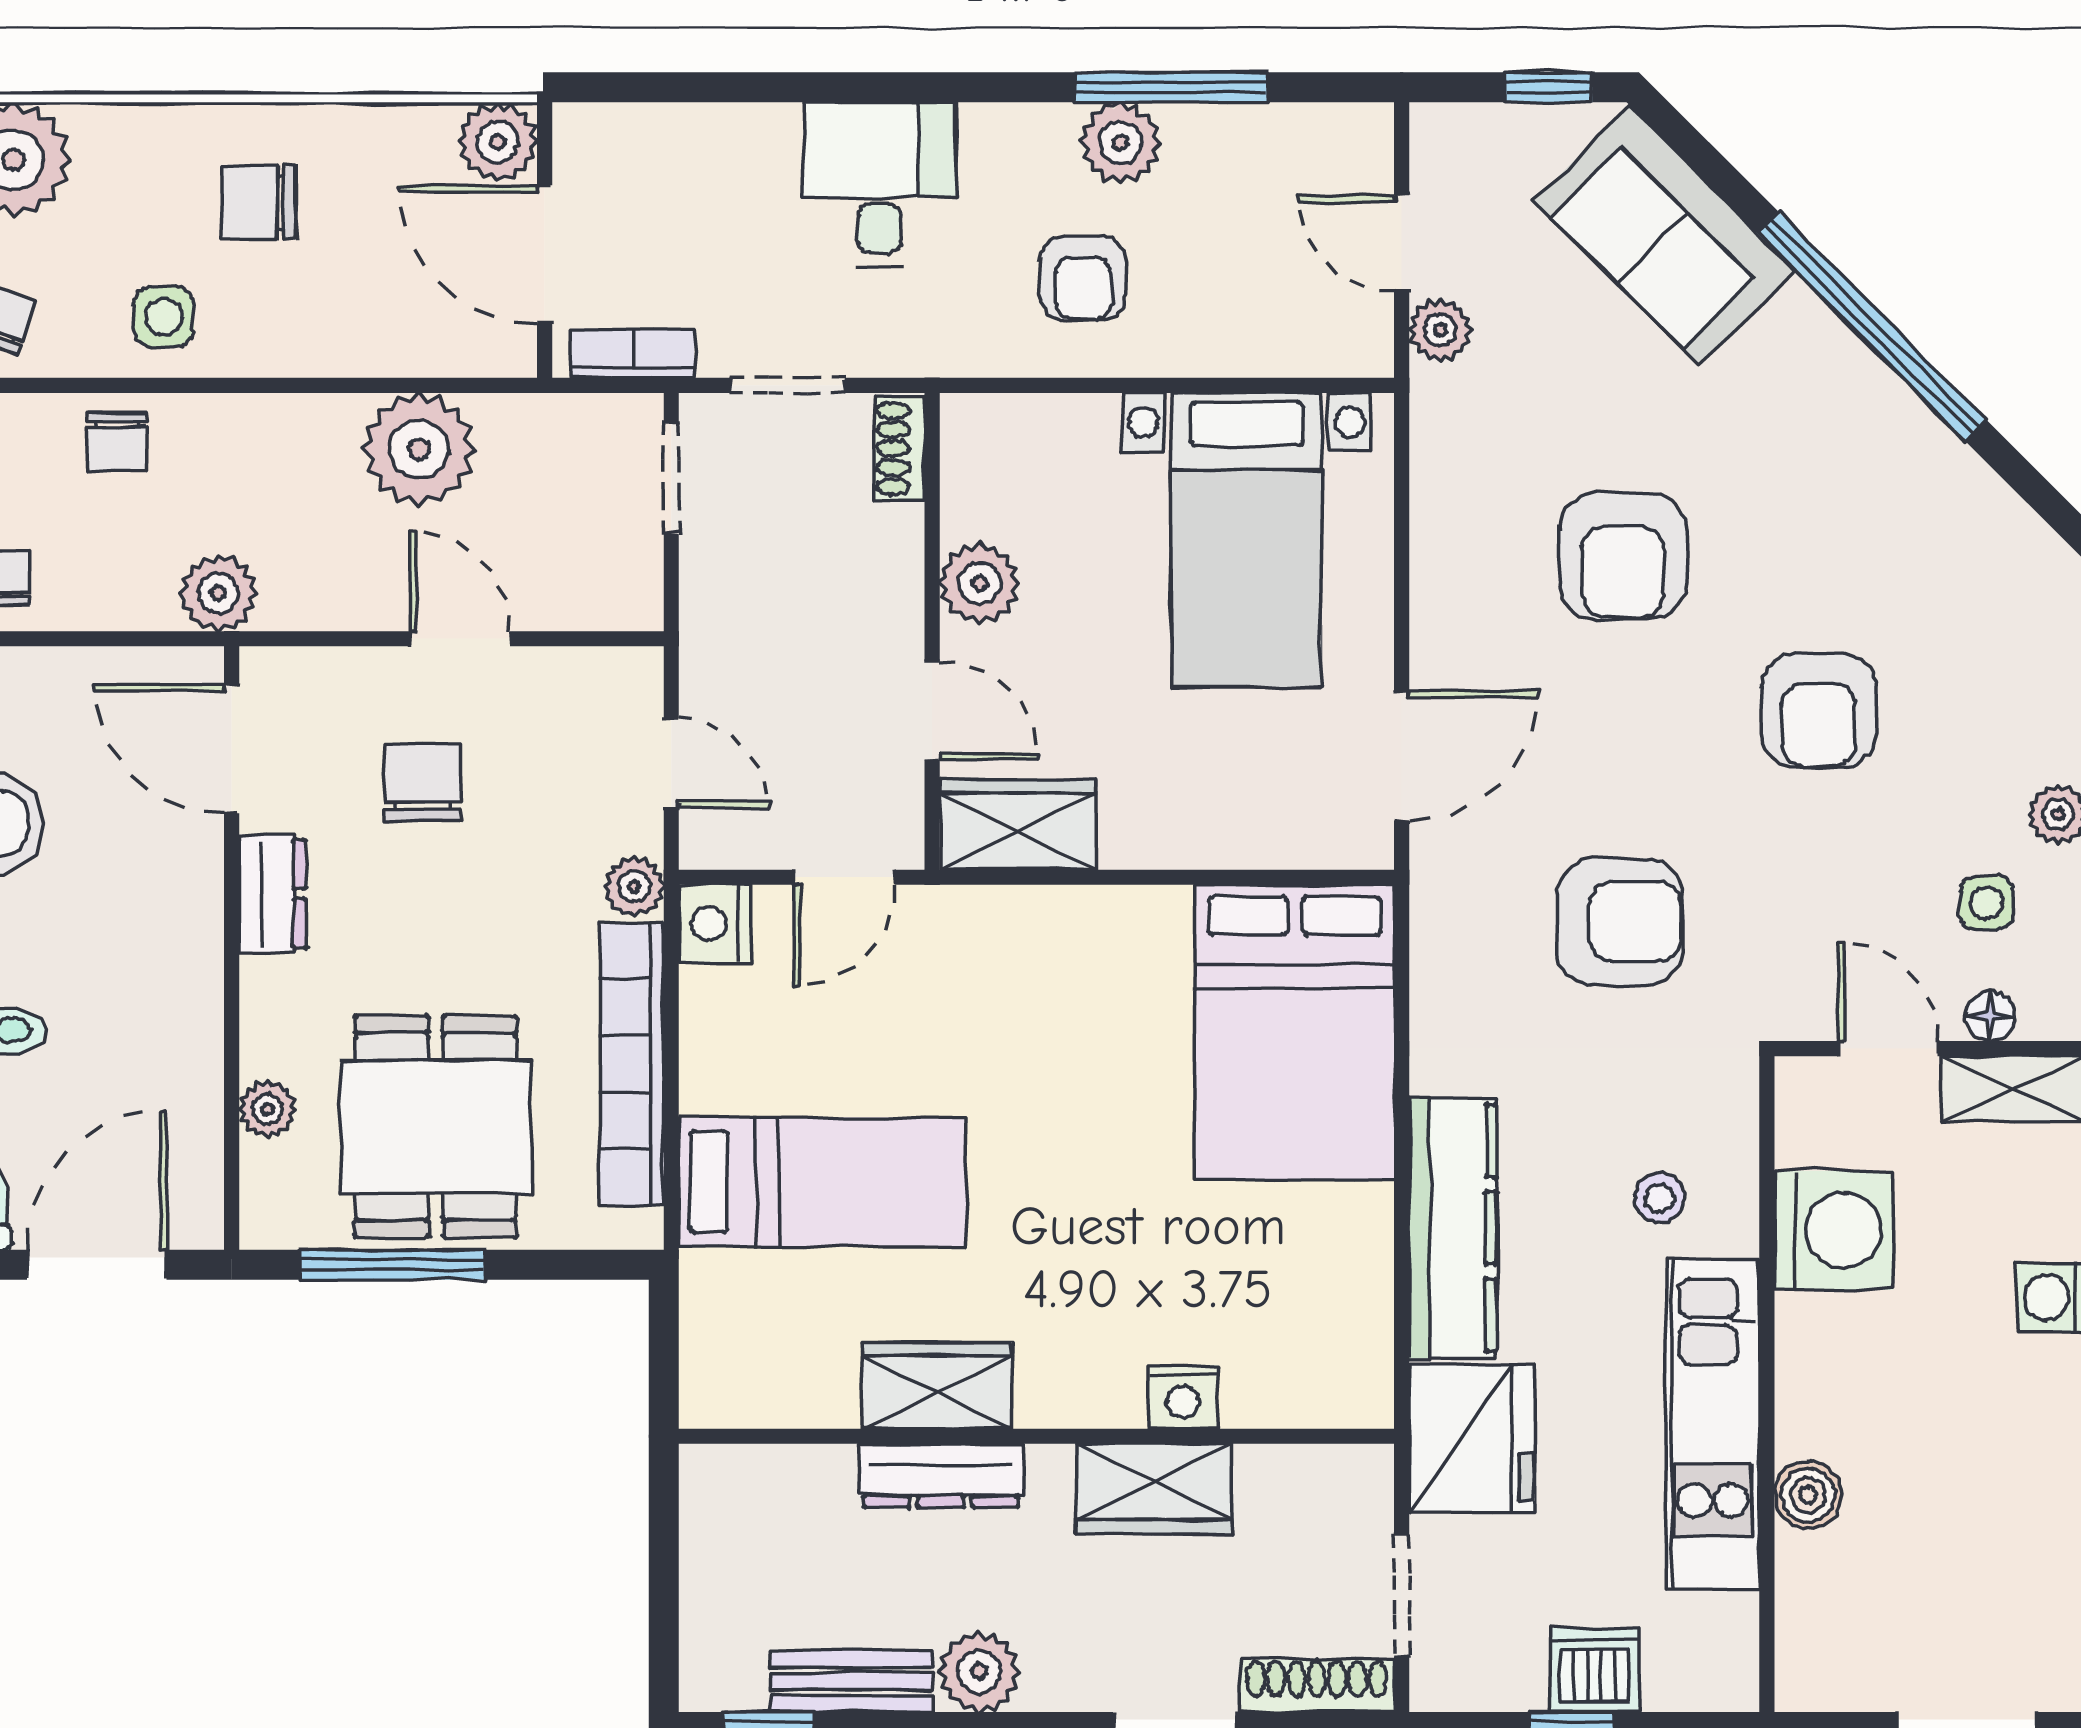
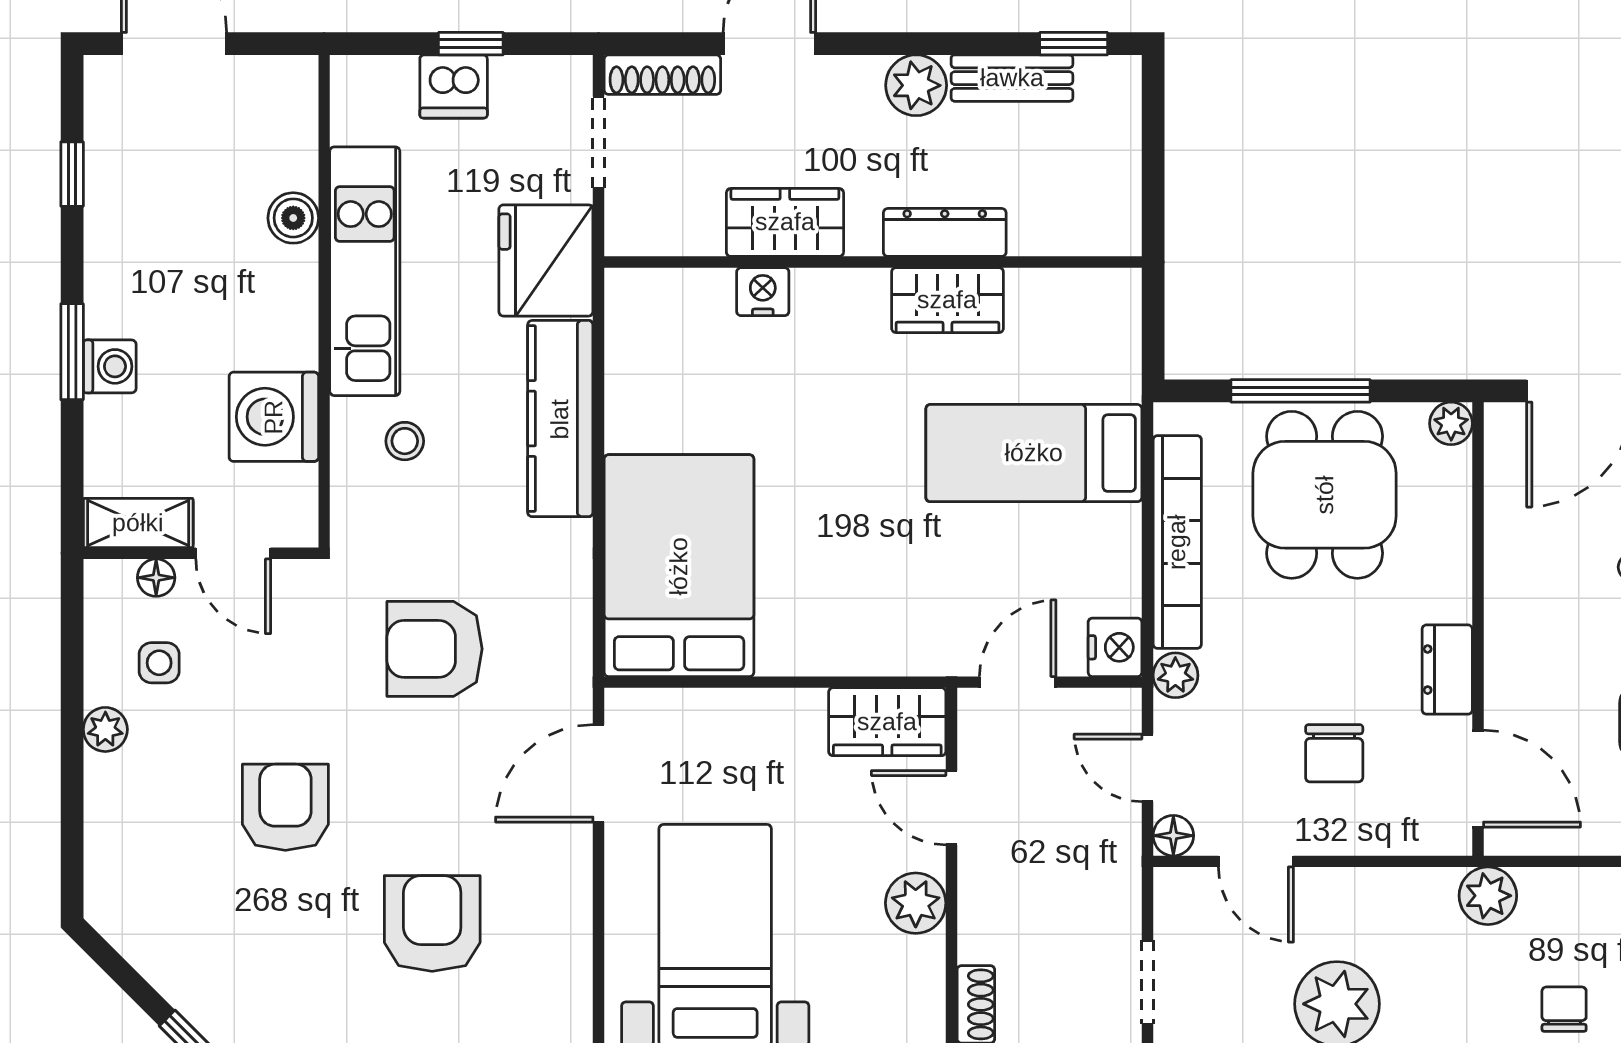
door: (460, 639) -> (1256, 861), moved
floor lamp: (637, 673) -> (1173, 836), added
plant: (267, 1109) -> (1451, 423), moved
window: (392, 1265) -> (1301, 391), moved

